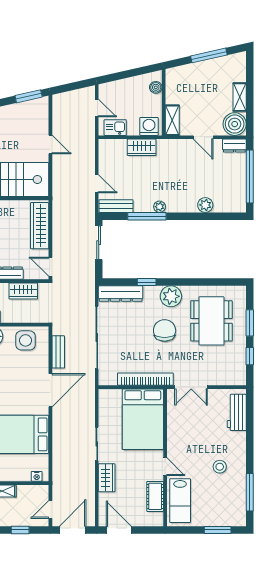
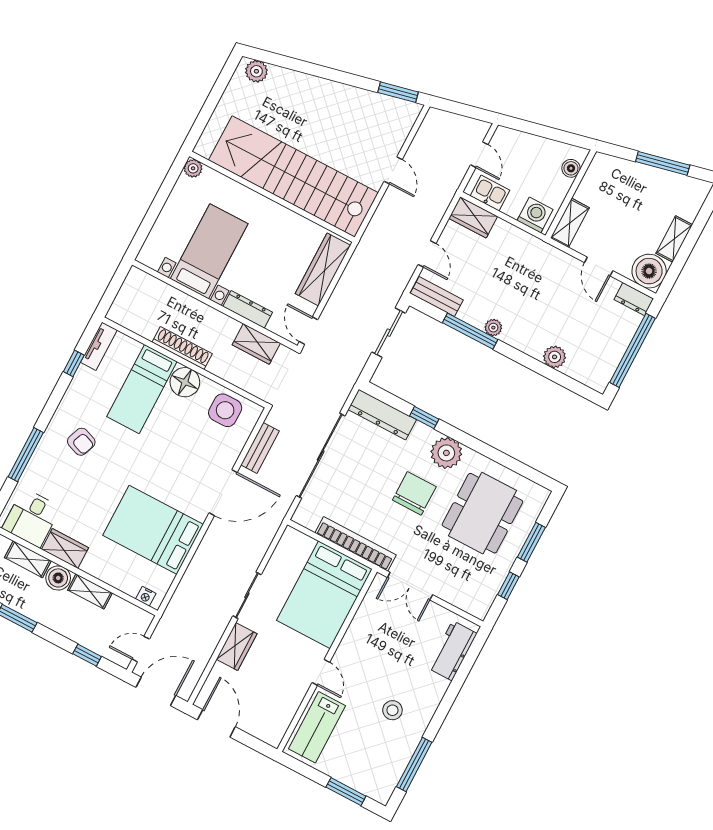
wardrobe: (142, 147) -> (473, 217), moved
cot: (155, 496) -> (287, 704), removed

